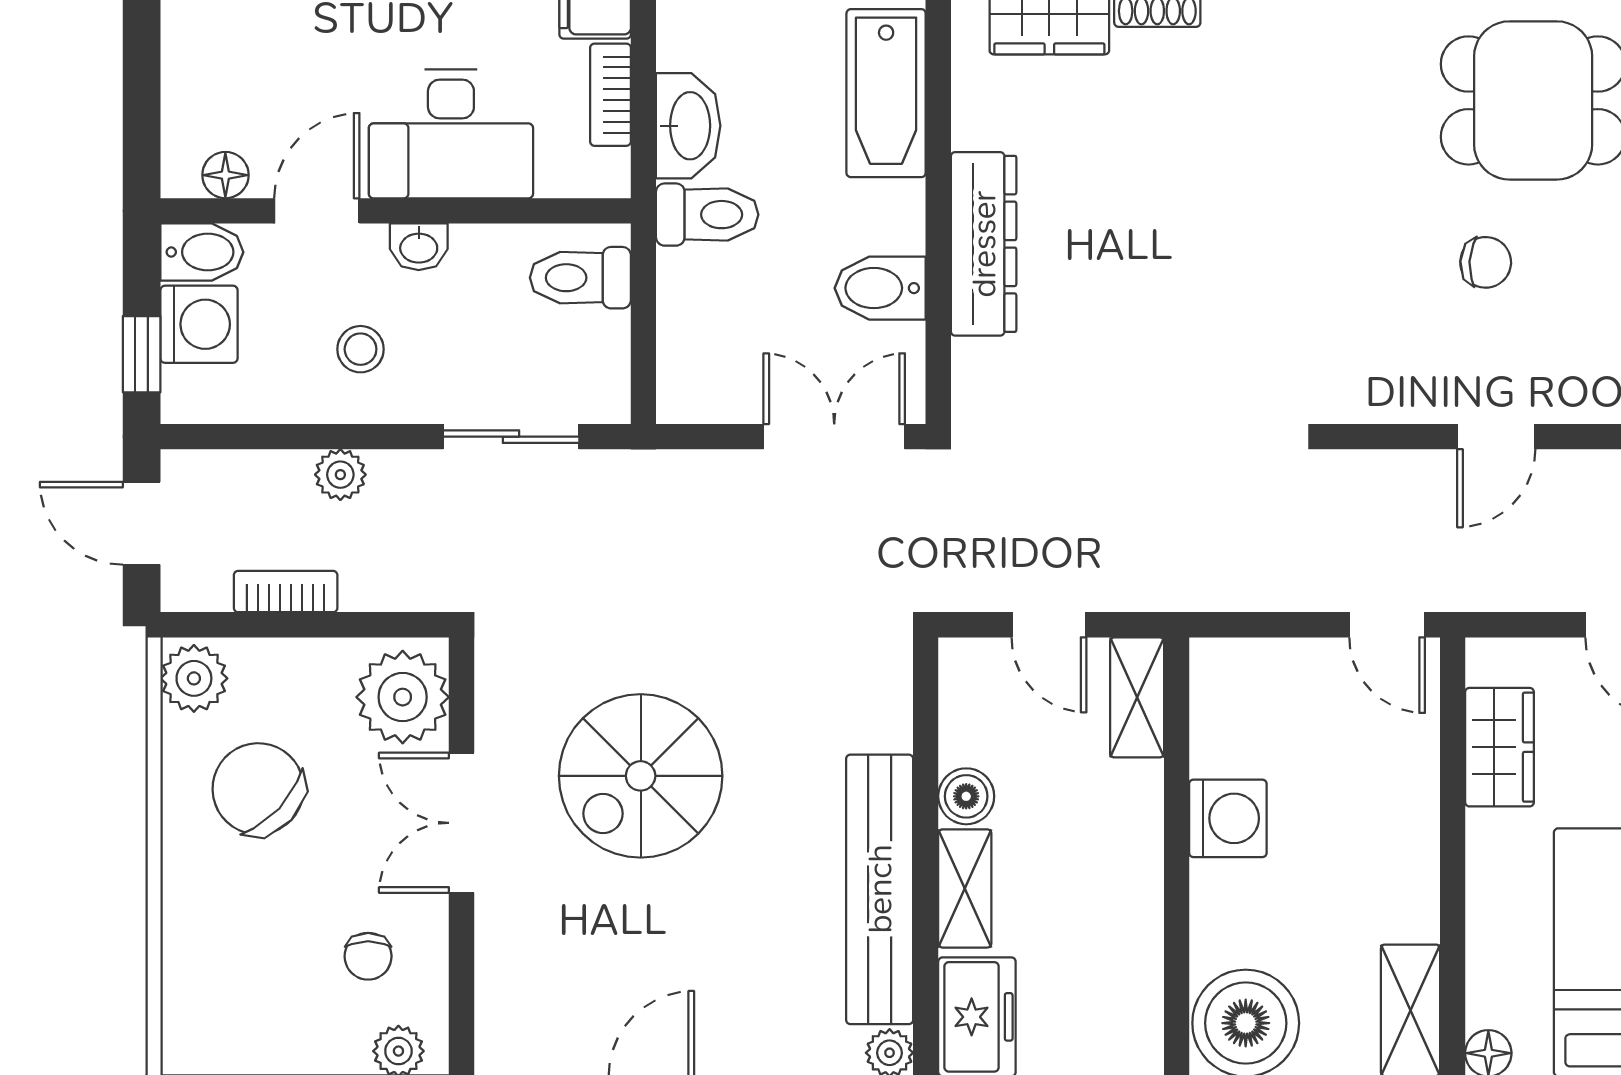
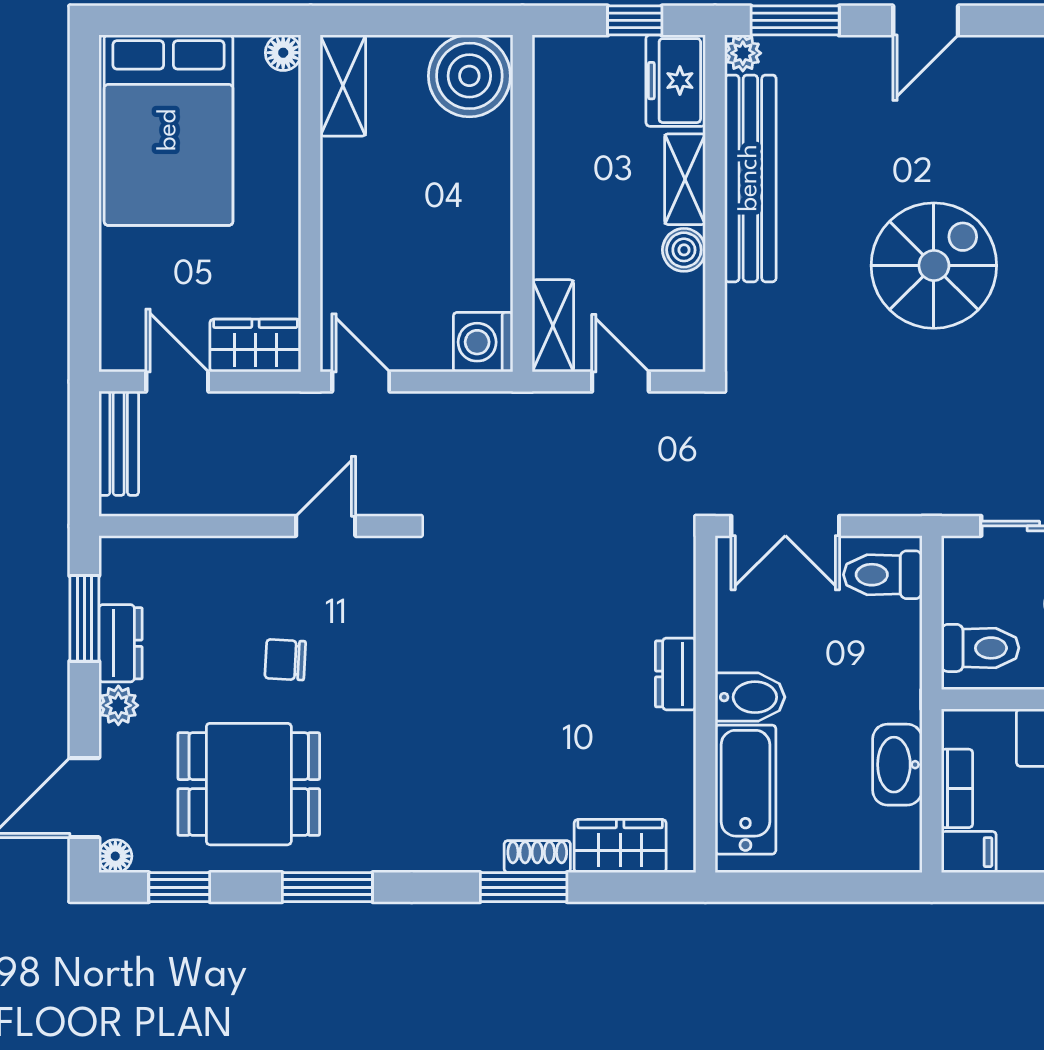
toilet: (707, 215) -> (883, 575), moved
dresser: (984, 244) -> (676, 674), width x0.51, depth x0.80
bidet: (880, 288) -> (750, 697), moved
door: (1496, 437) -> (326, 526), moved
wardrobe: (1500, 747) -> (255, 345), moved, turned 90
washing machine: (1228, 818) -> (483, 342), moved

